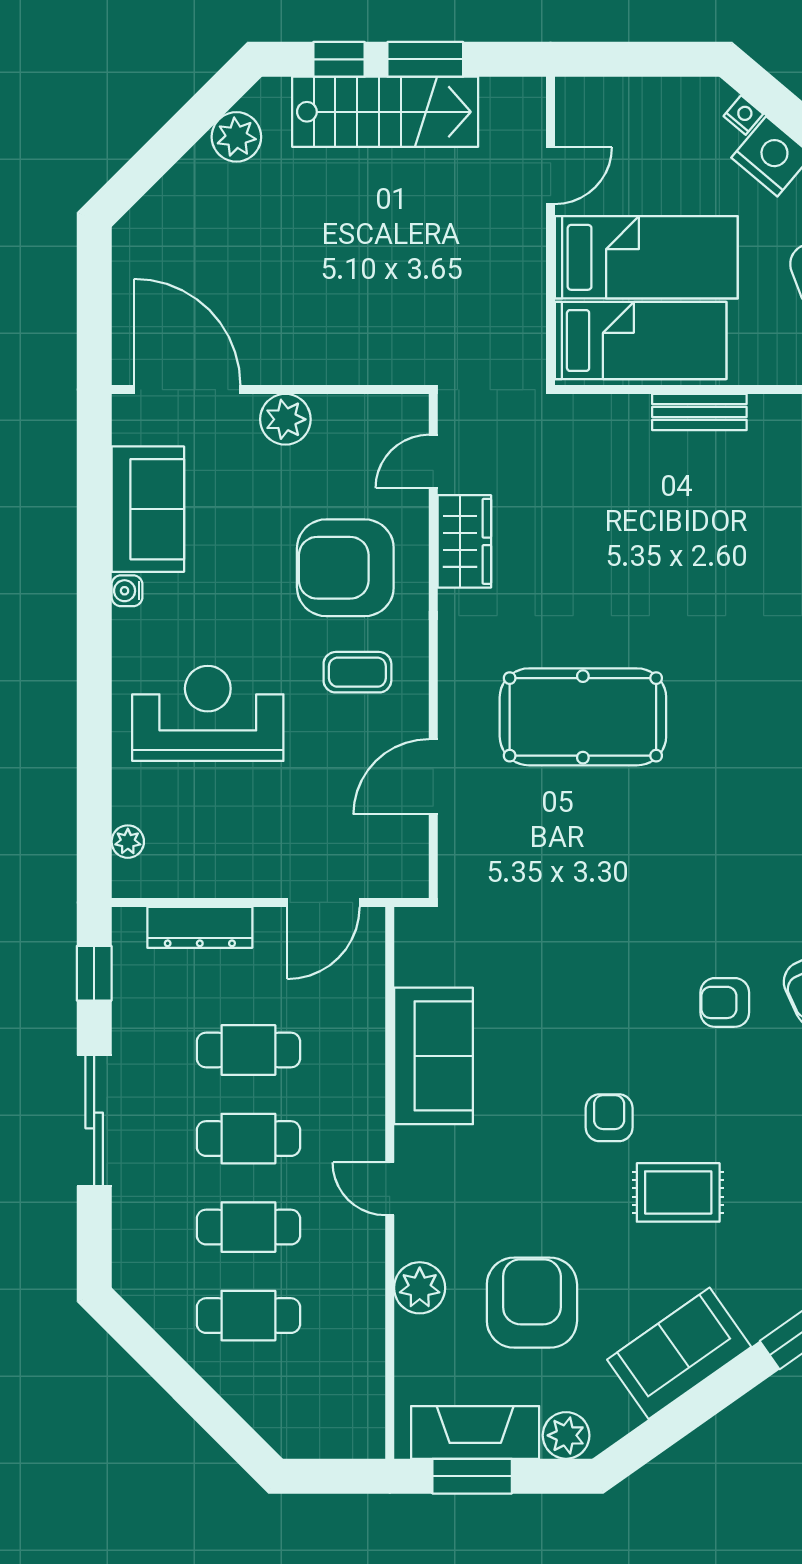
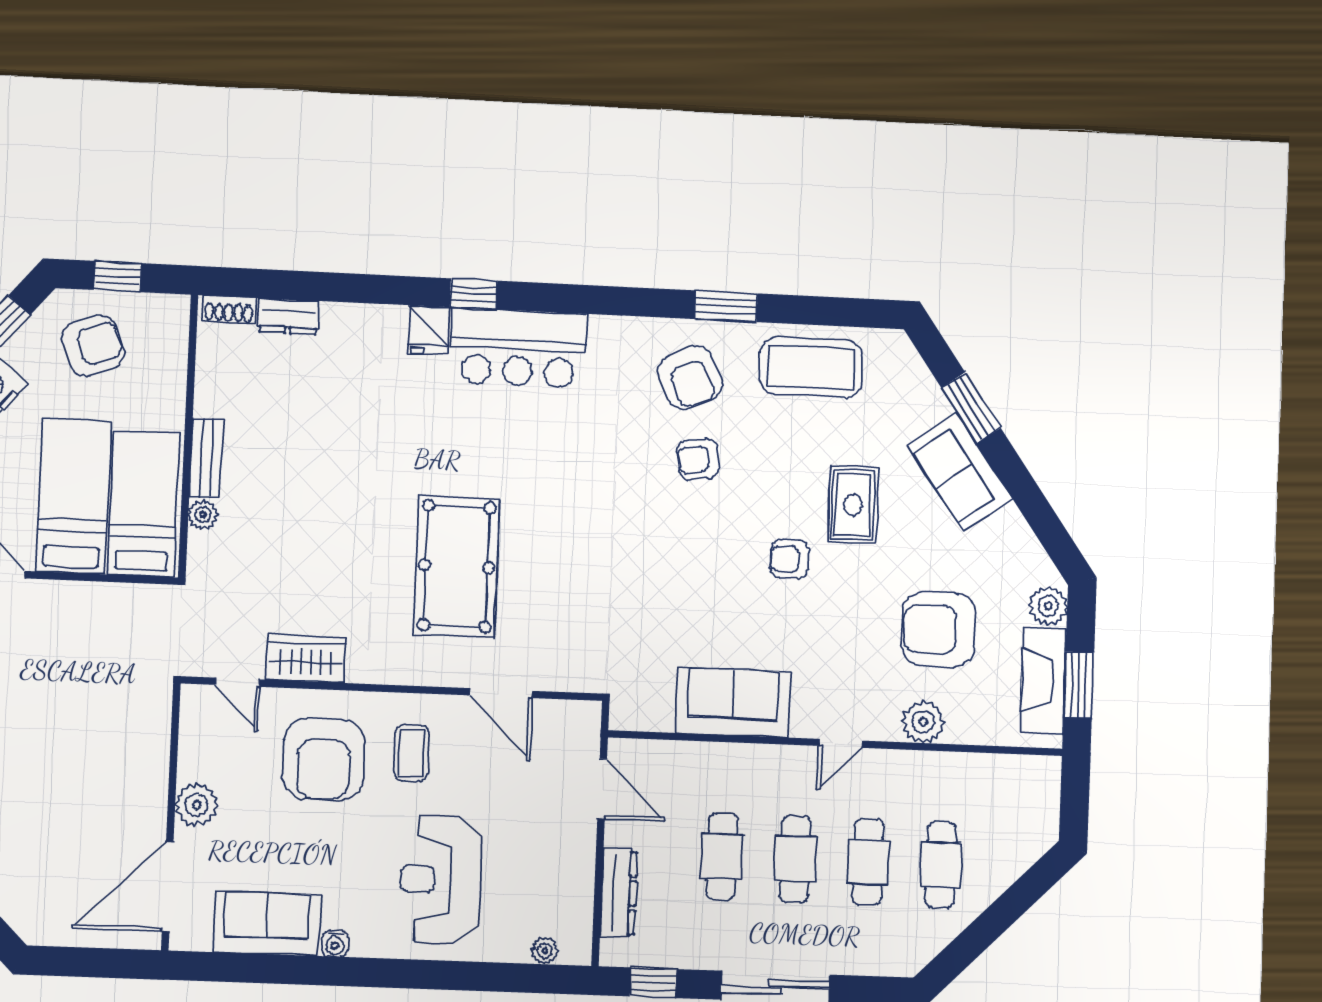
plant: (631, 411) -> (203, 515), added
armchair: (725, 1002) -> (698, 459), turned 82
sofa: (679, 1353) -> (960, 472), moved

